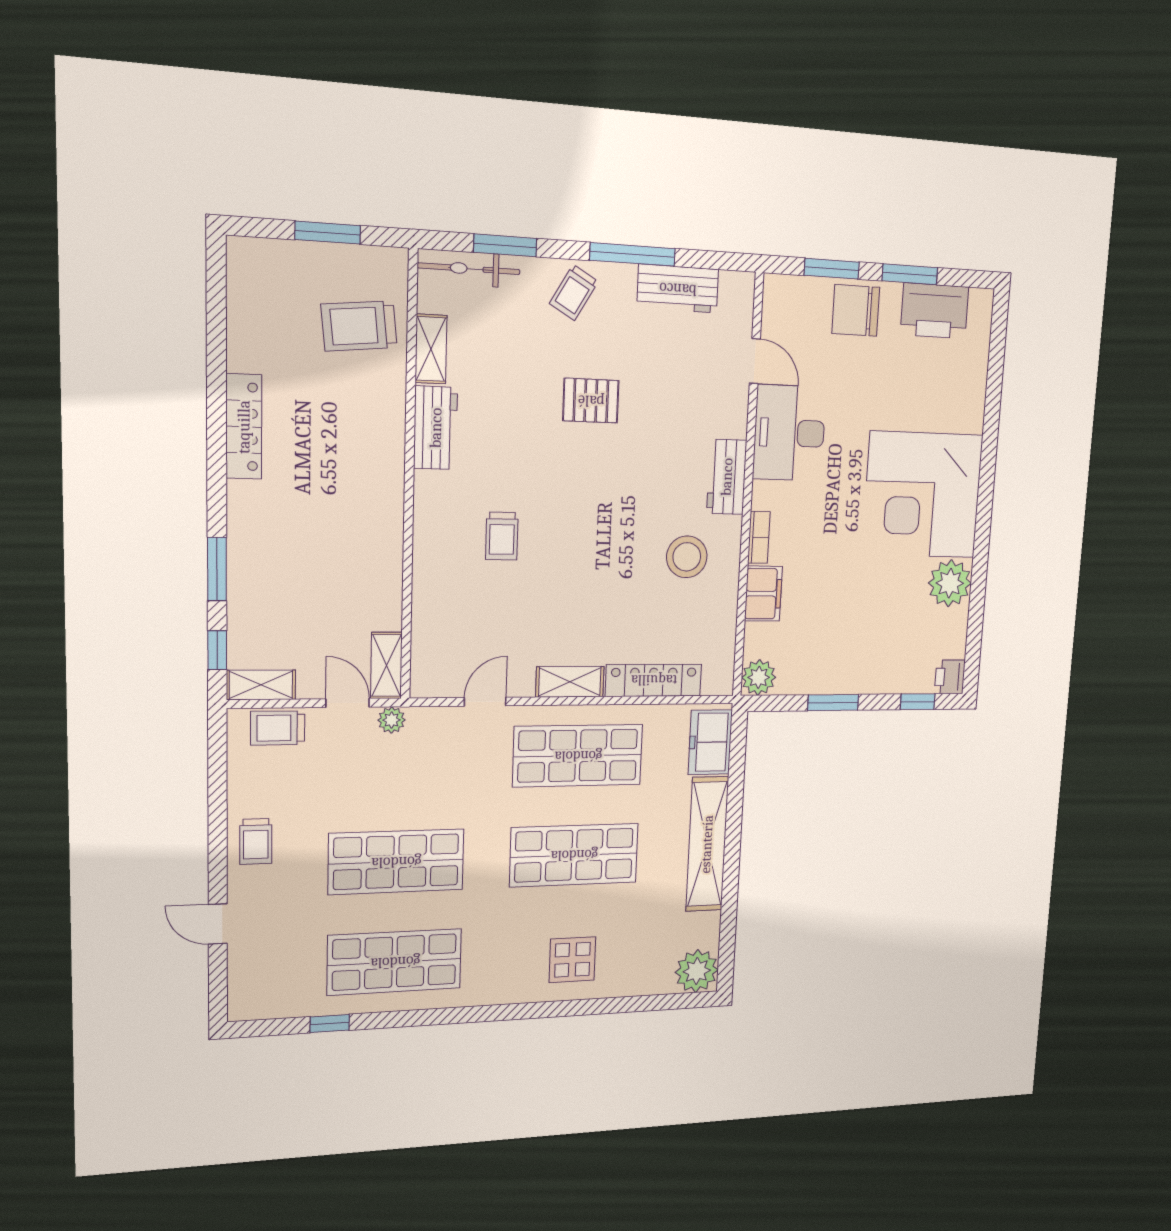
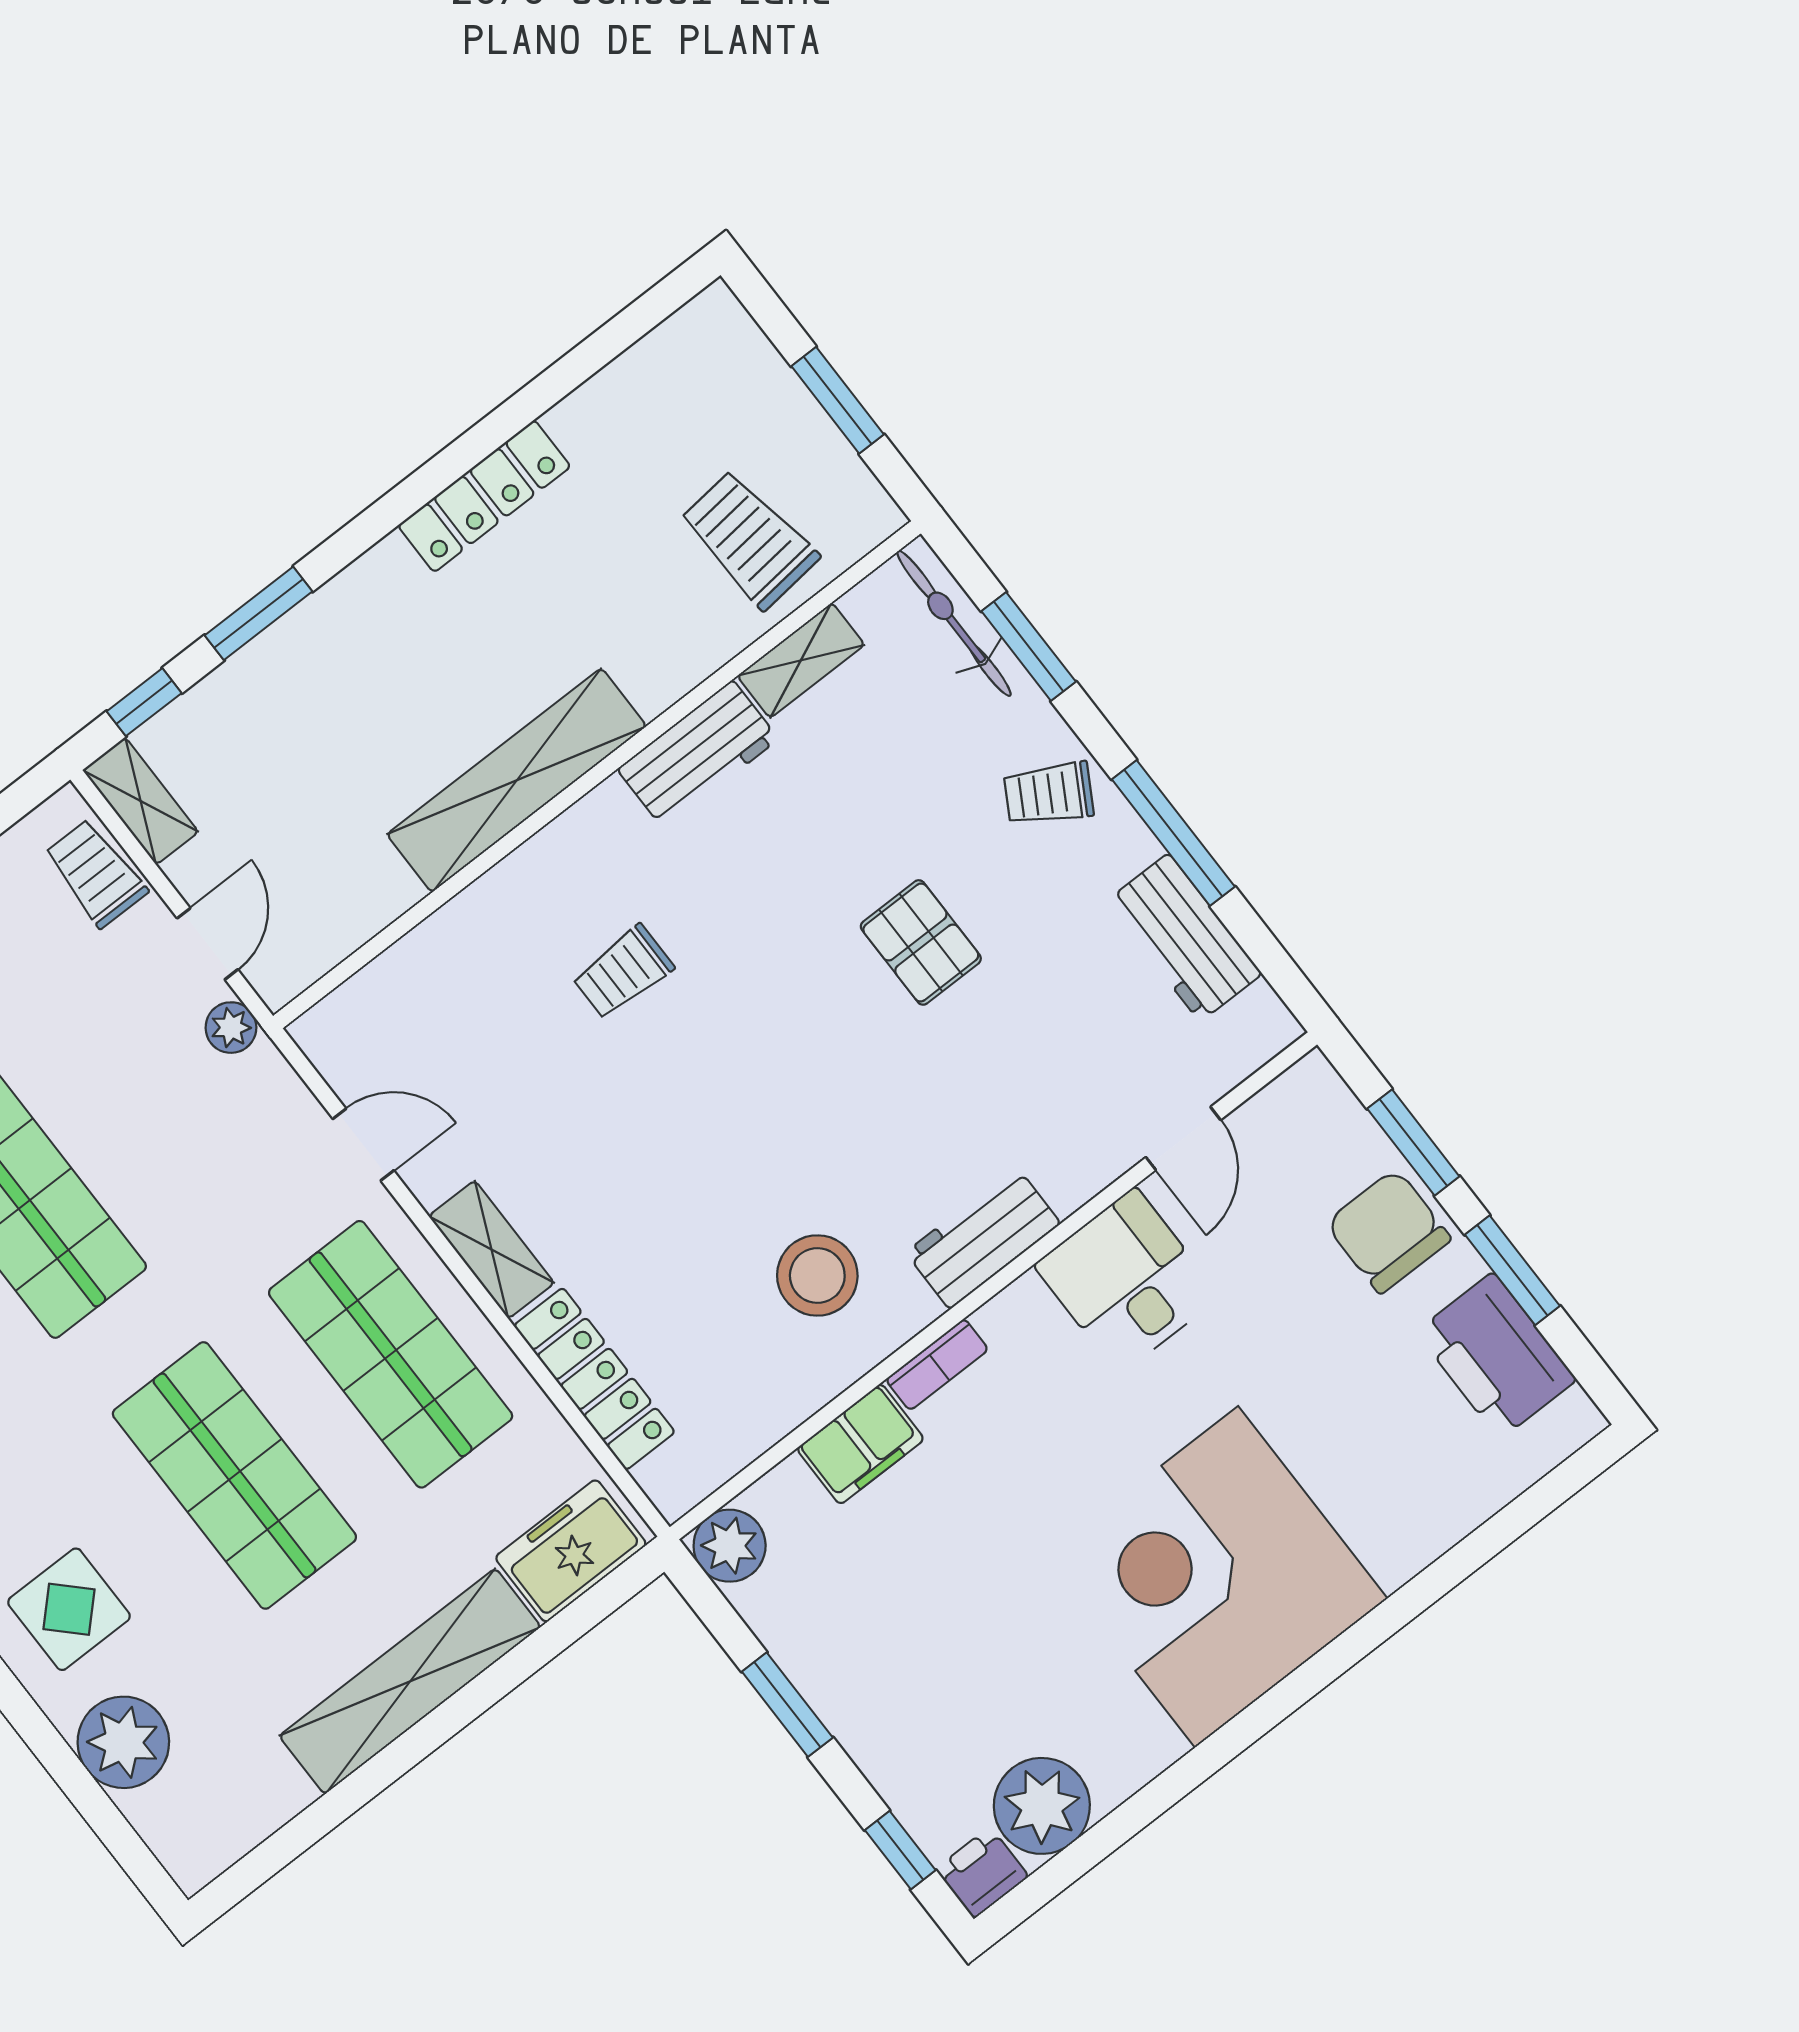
desk: (789, 433) -> (1127, 1281), width x0.73
plant: (950, 583) -> (1042, 1806), moved
shelving: (386, 665) -> (517, 780), moved, width x2.20, depth x1.33
plant: (697, 971) -> (123, 1742), moved

